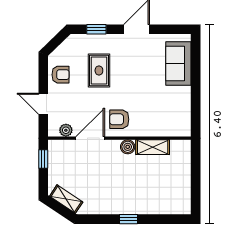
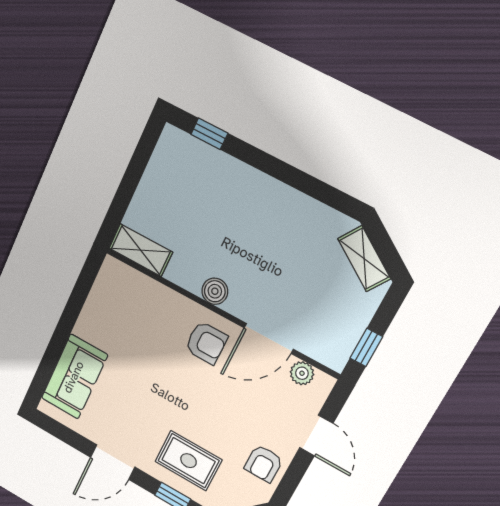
rug: (99, 70) -> (188, 461), moved, turned 90
armchair: (61, 75) -> (264, 464), turned -90
shelving: (153, 147) -> (141, 250), moved
window: (129, 219) -> (209, 134), moved

